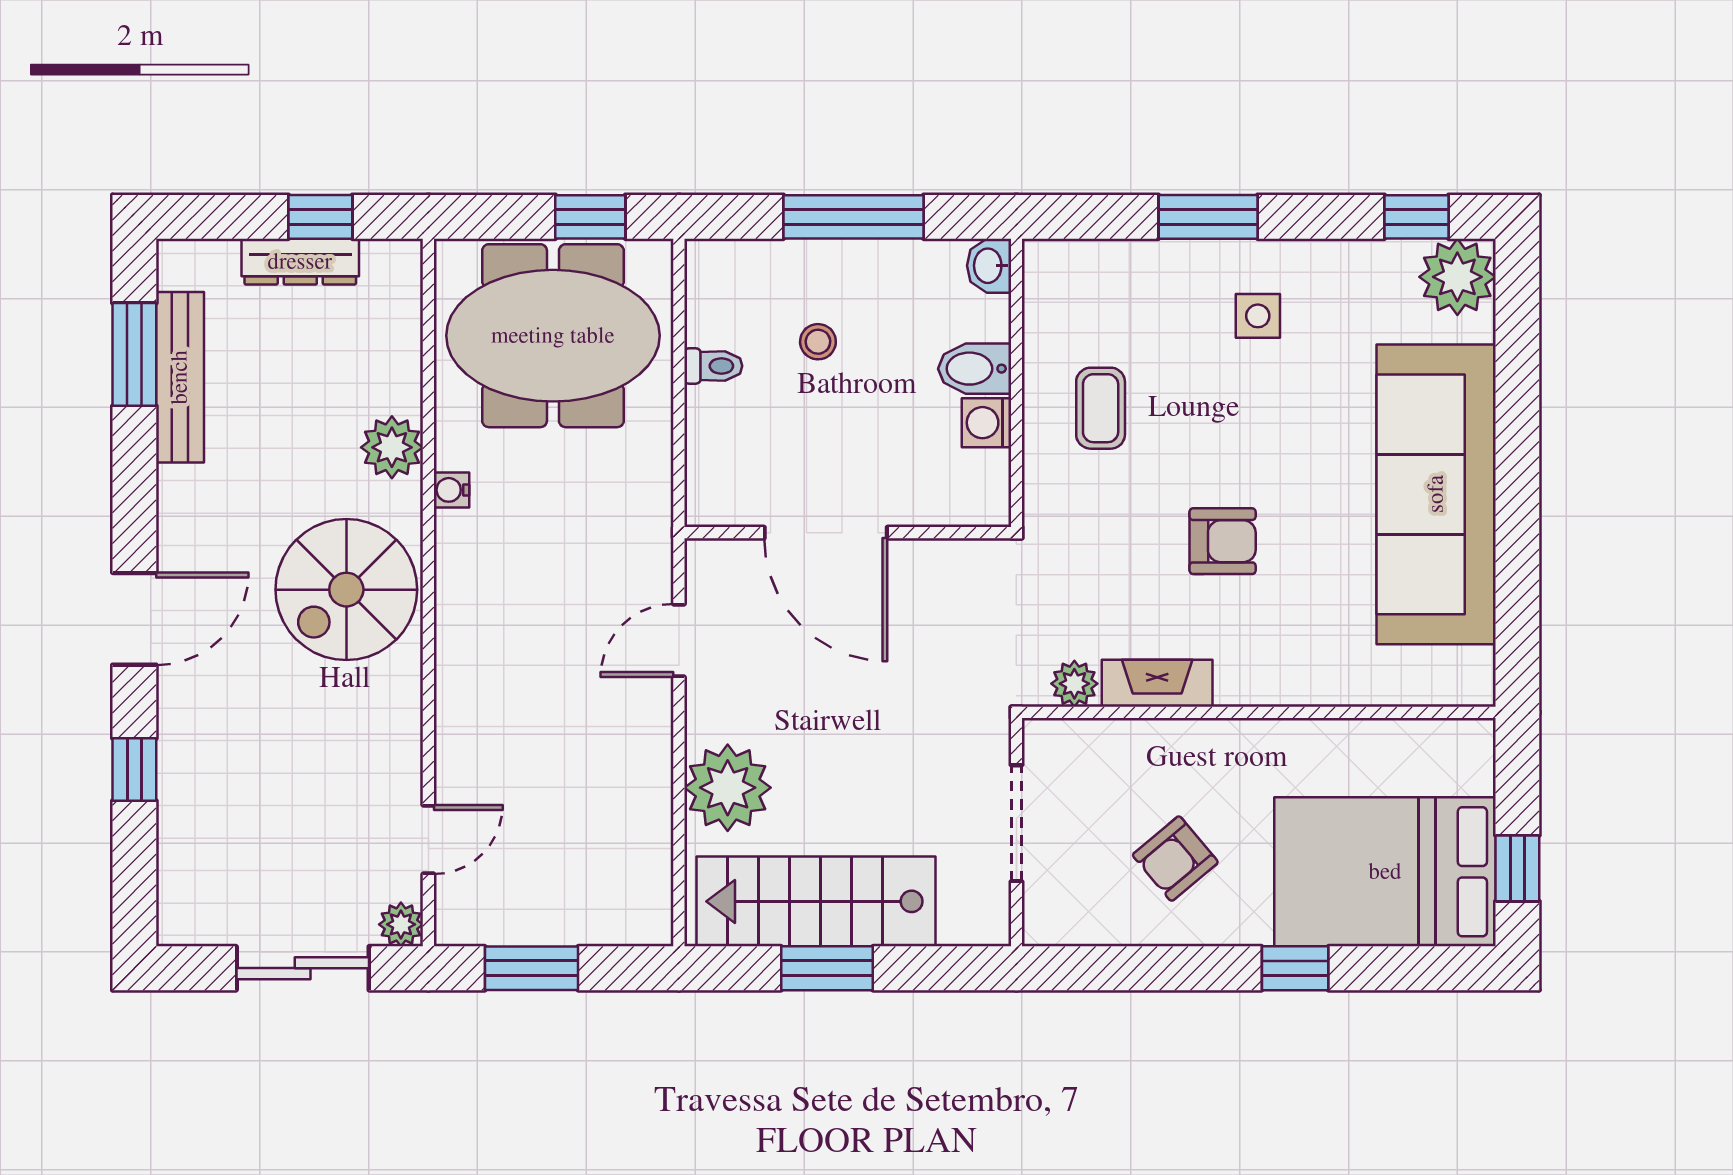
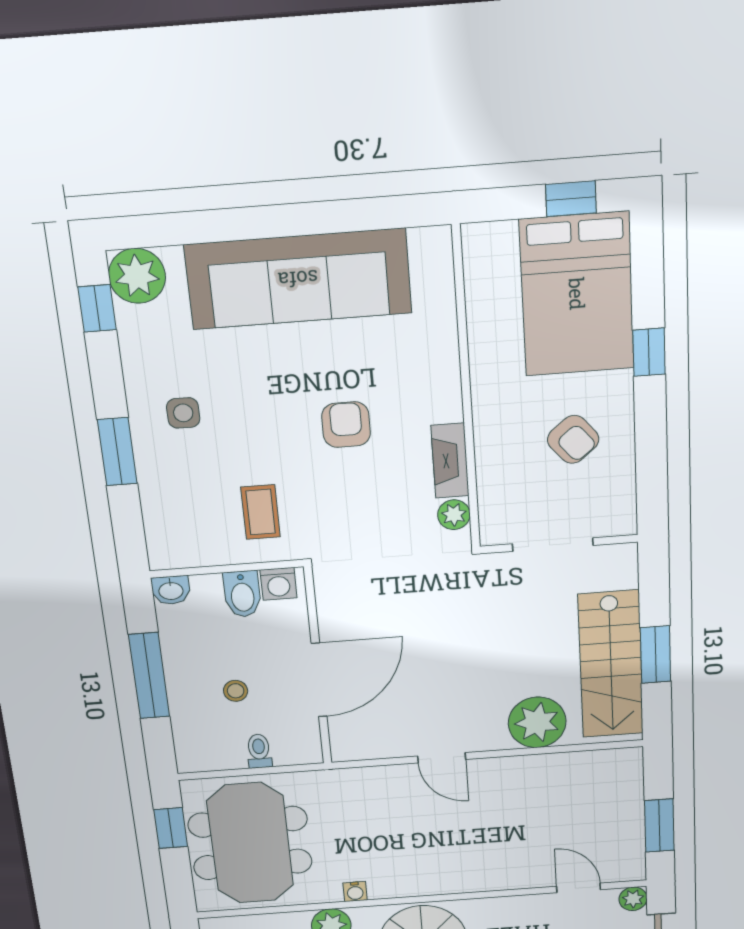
coffee table: (1101, 408) -> (261, 512), turned 90
door: (826, 533) -> (319, 680), moved
wall: (848, 533) -> (318, 667), moved

